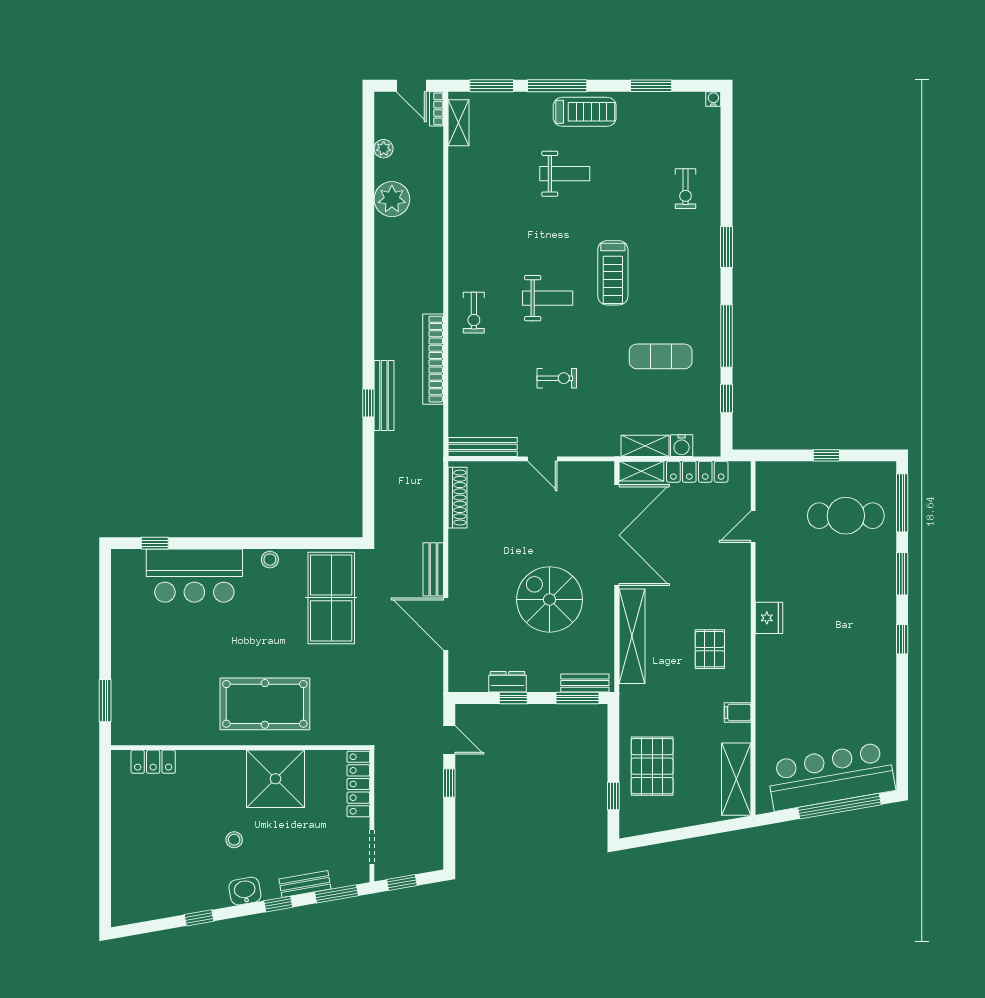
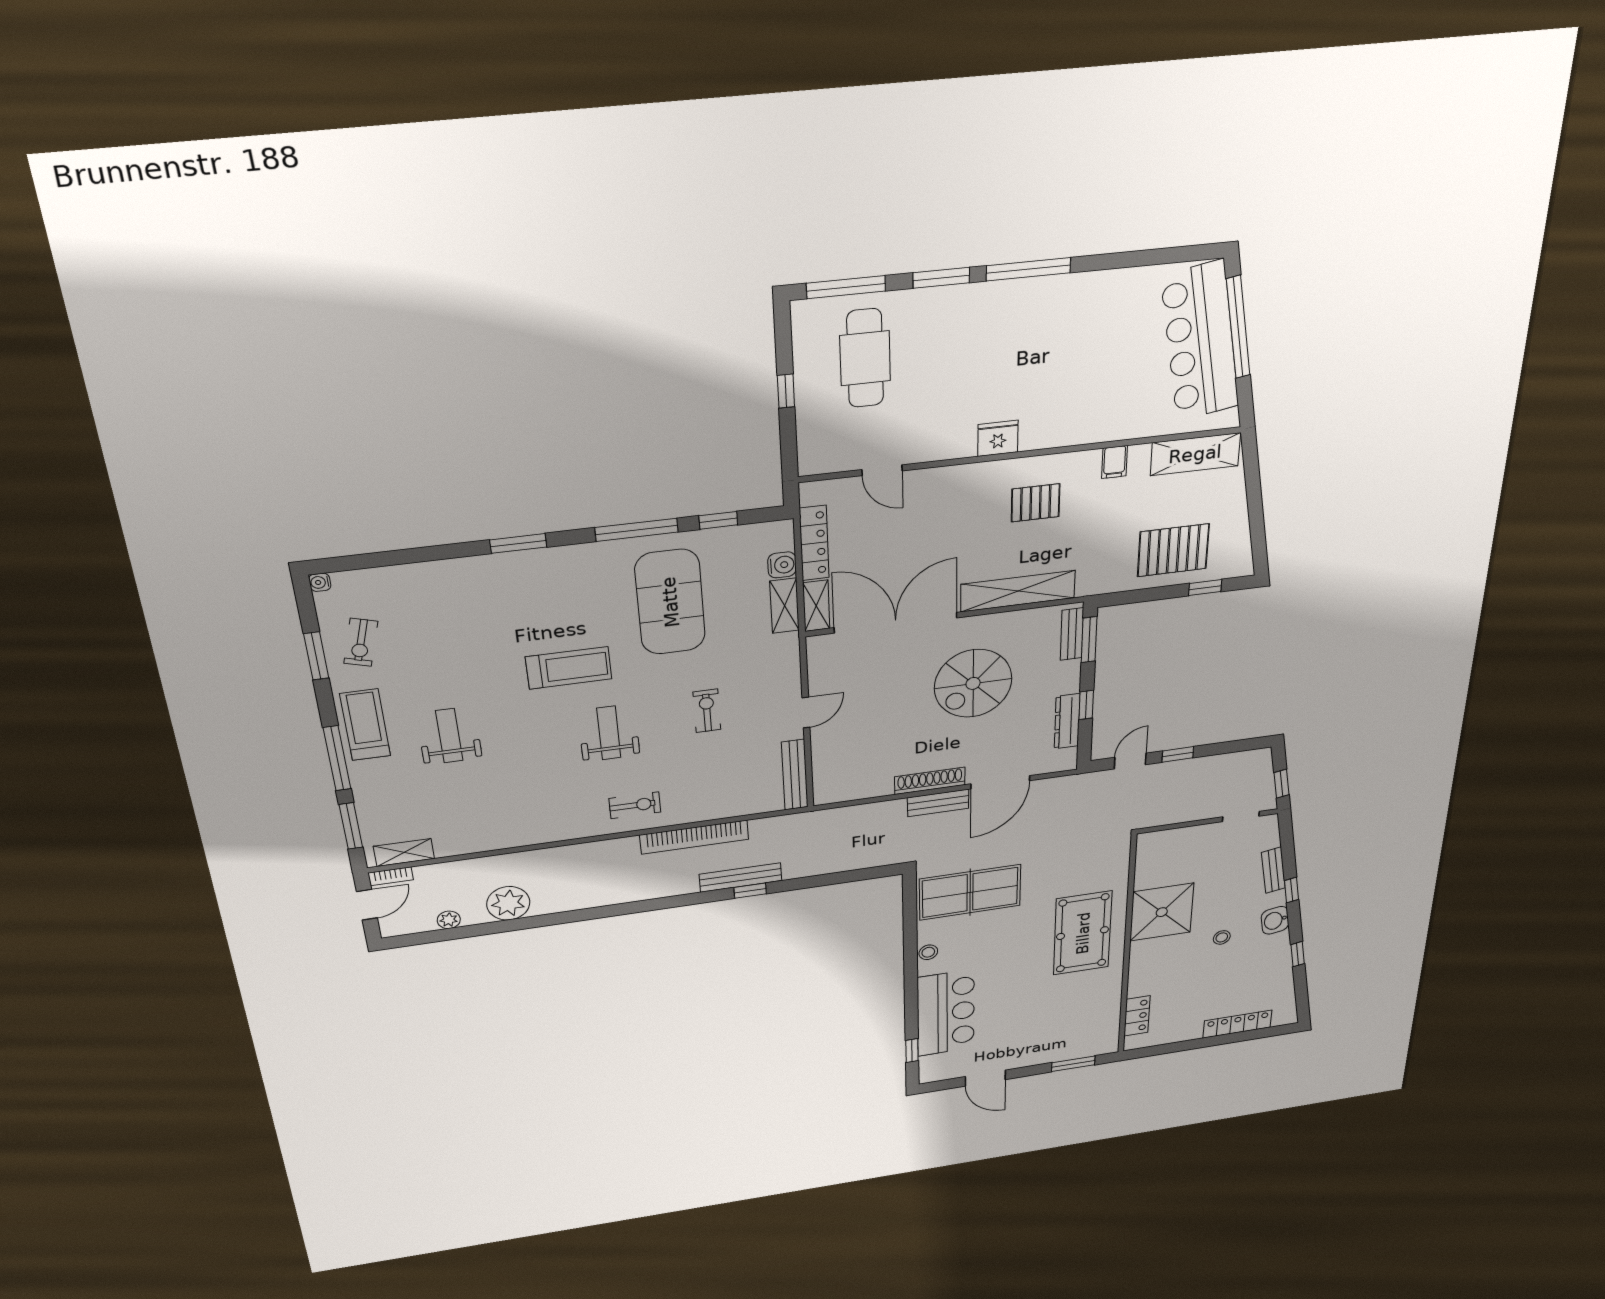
exercise bike: (686, 189) -> (361, 642), moved, turned 106
exercise mat: (661, 356) -> (670, 602), width x2.00, depth x1.45
shoe rack: (458, 498) -> (930, 781), moved
door: (105, 614) -> (985, 1078), added
window: (902, 639) -> (1028, 269), width x2.17
dresser: (507, 682) -> (1067, 721), width x1.44
locker: (358, 784) -> (1237, 1024), moved, turned 180
window: (337, 894) -> (1287, 841), removed

